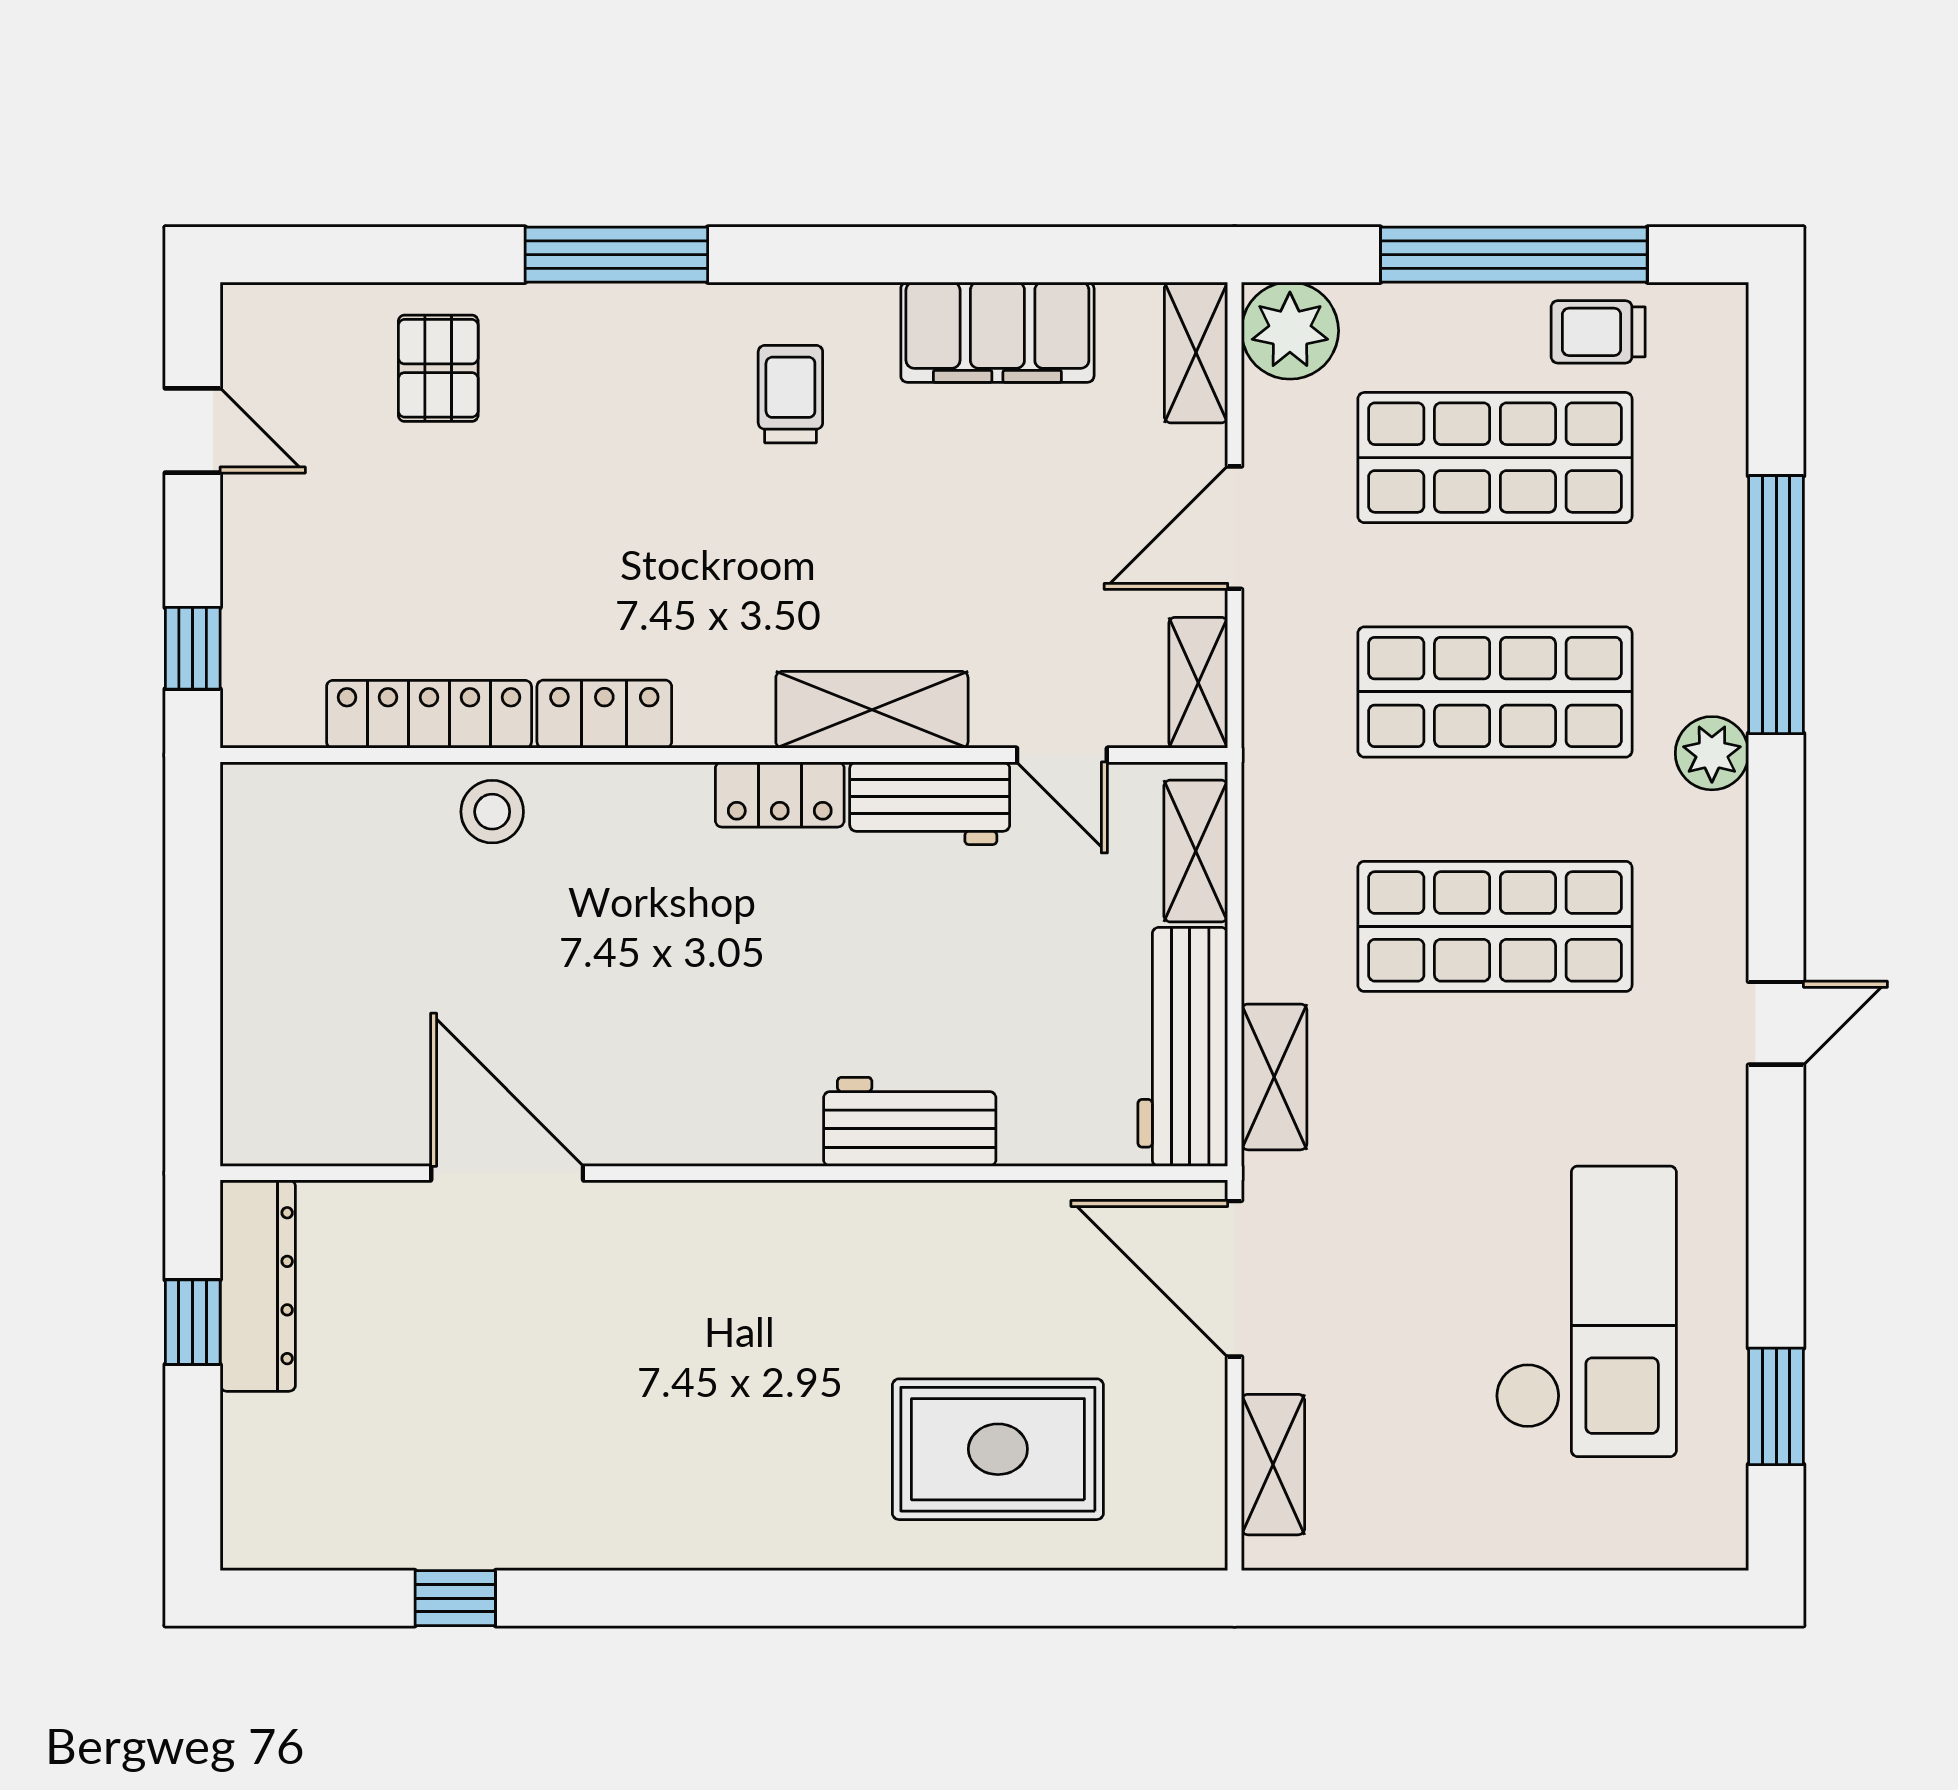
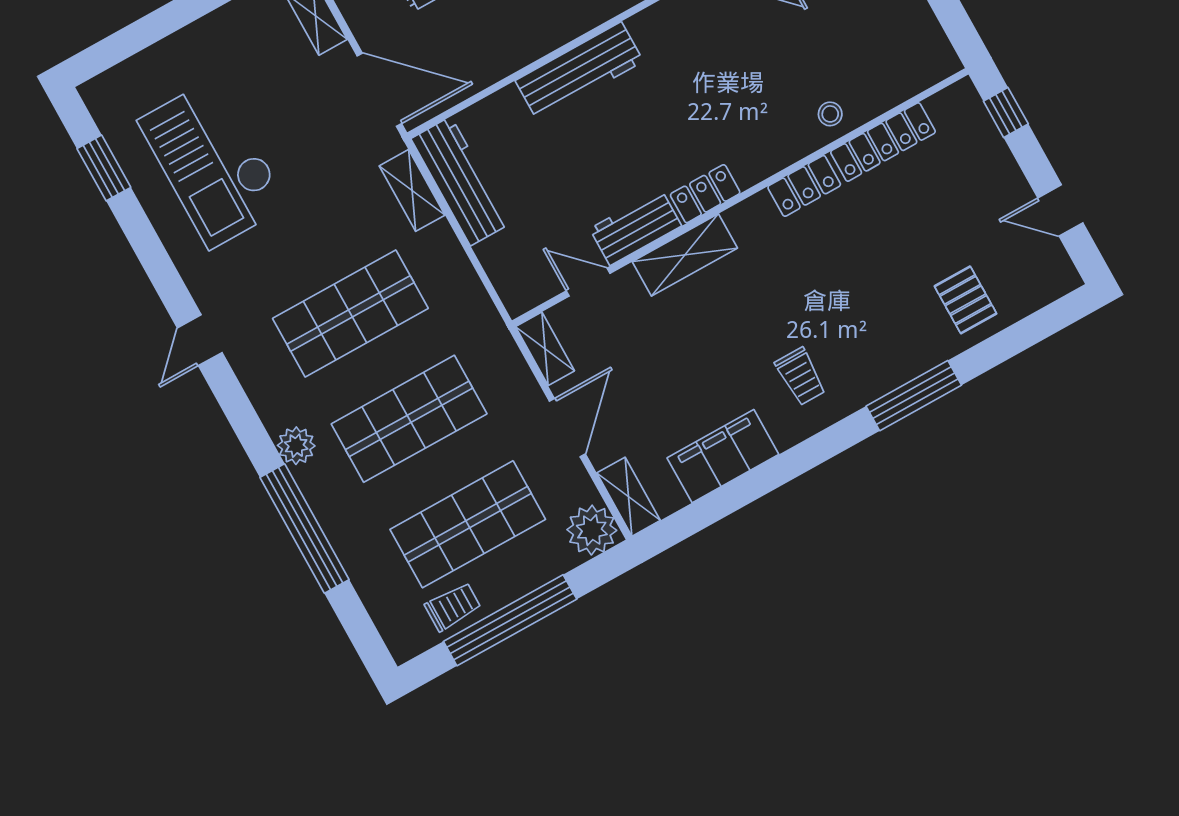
stool: (492, 812) -> (830, 114), width x0.73, depth x0.73
shelving: (1196, 851) -> (504, 272), removed
workbench: (910, 1122) -> (579, 71), width x1.38

